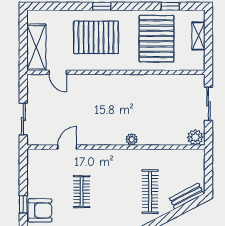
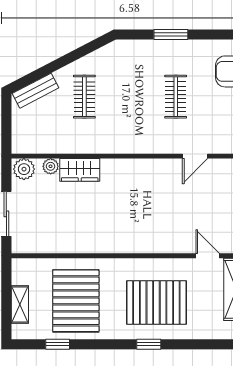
wardrobe: (153, 137) -> (80, 170), added
plant: (132, 139) -> (51, 166), moved
clothes rail: (150, 192) -> (84, 97), width x0.73

